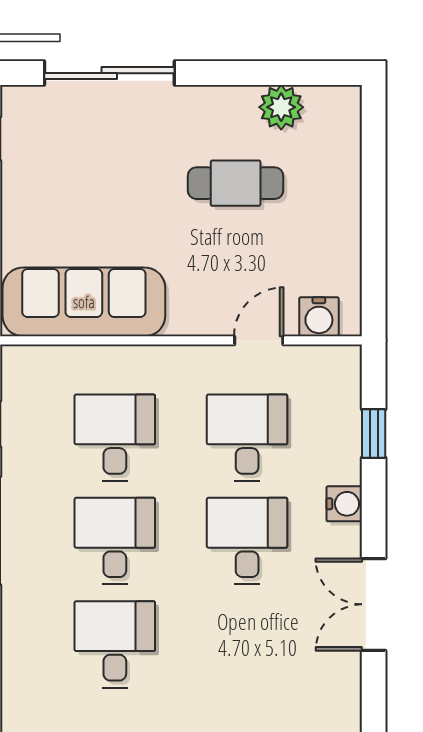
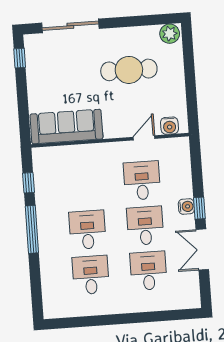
plant: (281, 107) -> (170, 34), moved
cafe table: (236, 183) -> (129, 70), width x1.37, depth x1.35
window: (374, 433) -> (199, 208), moved
desk: (115, 438) -> (148, 271), moved

